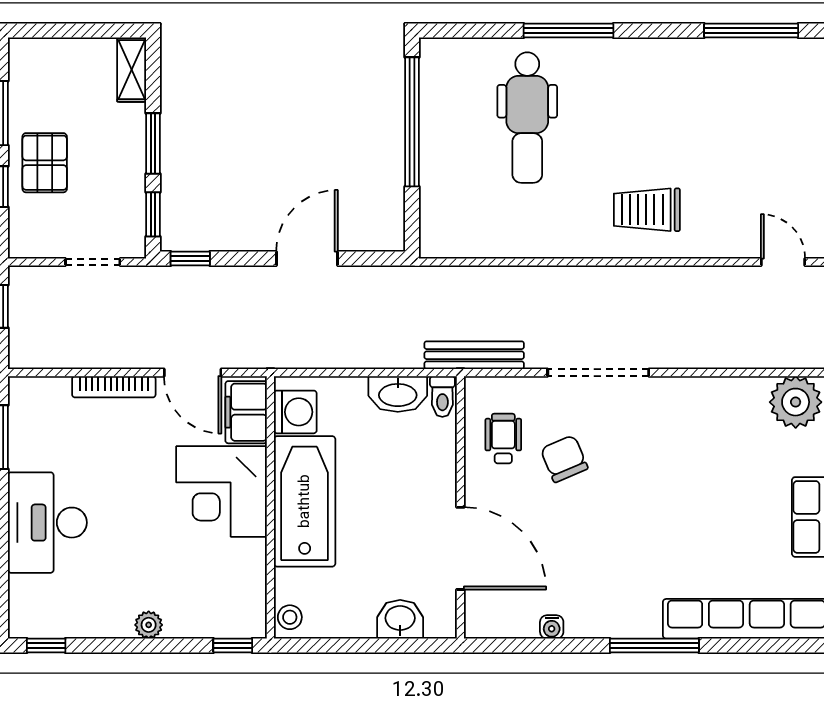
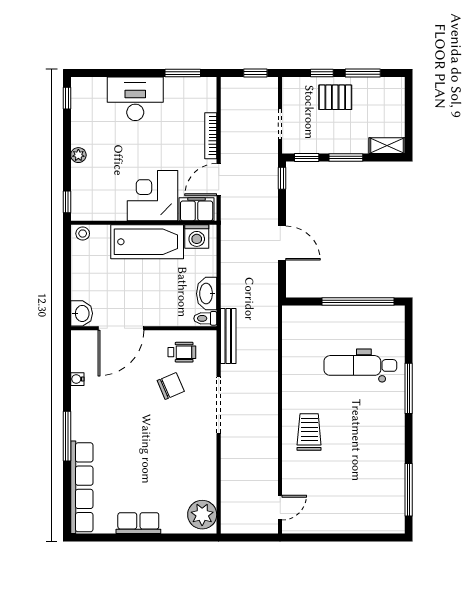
washbasin: (400, 619) -> (82, 313), moved

